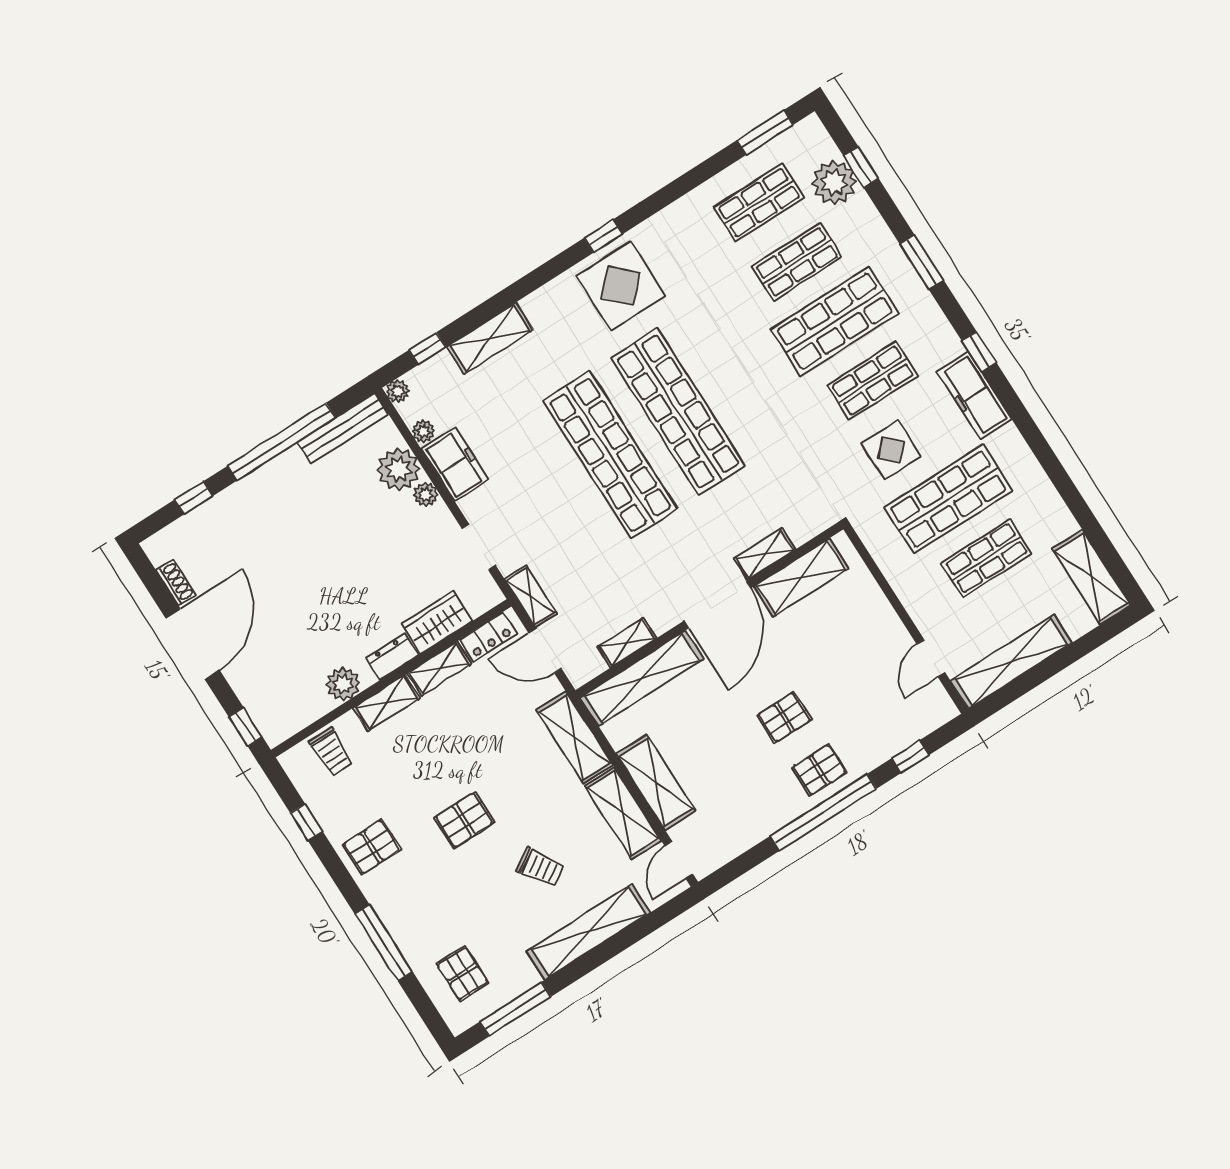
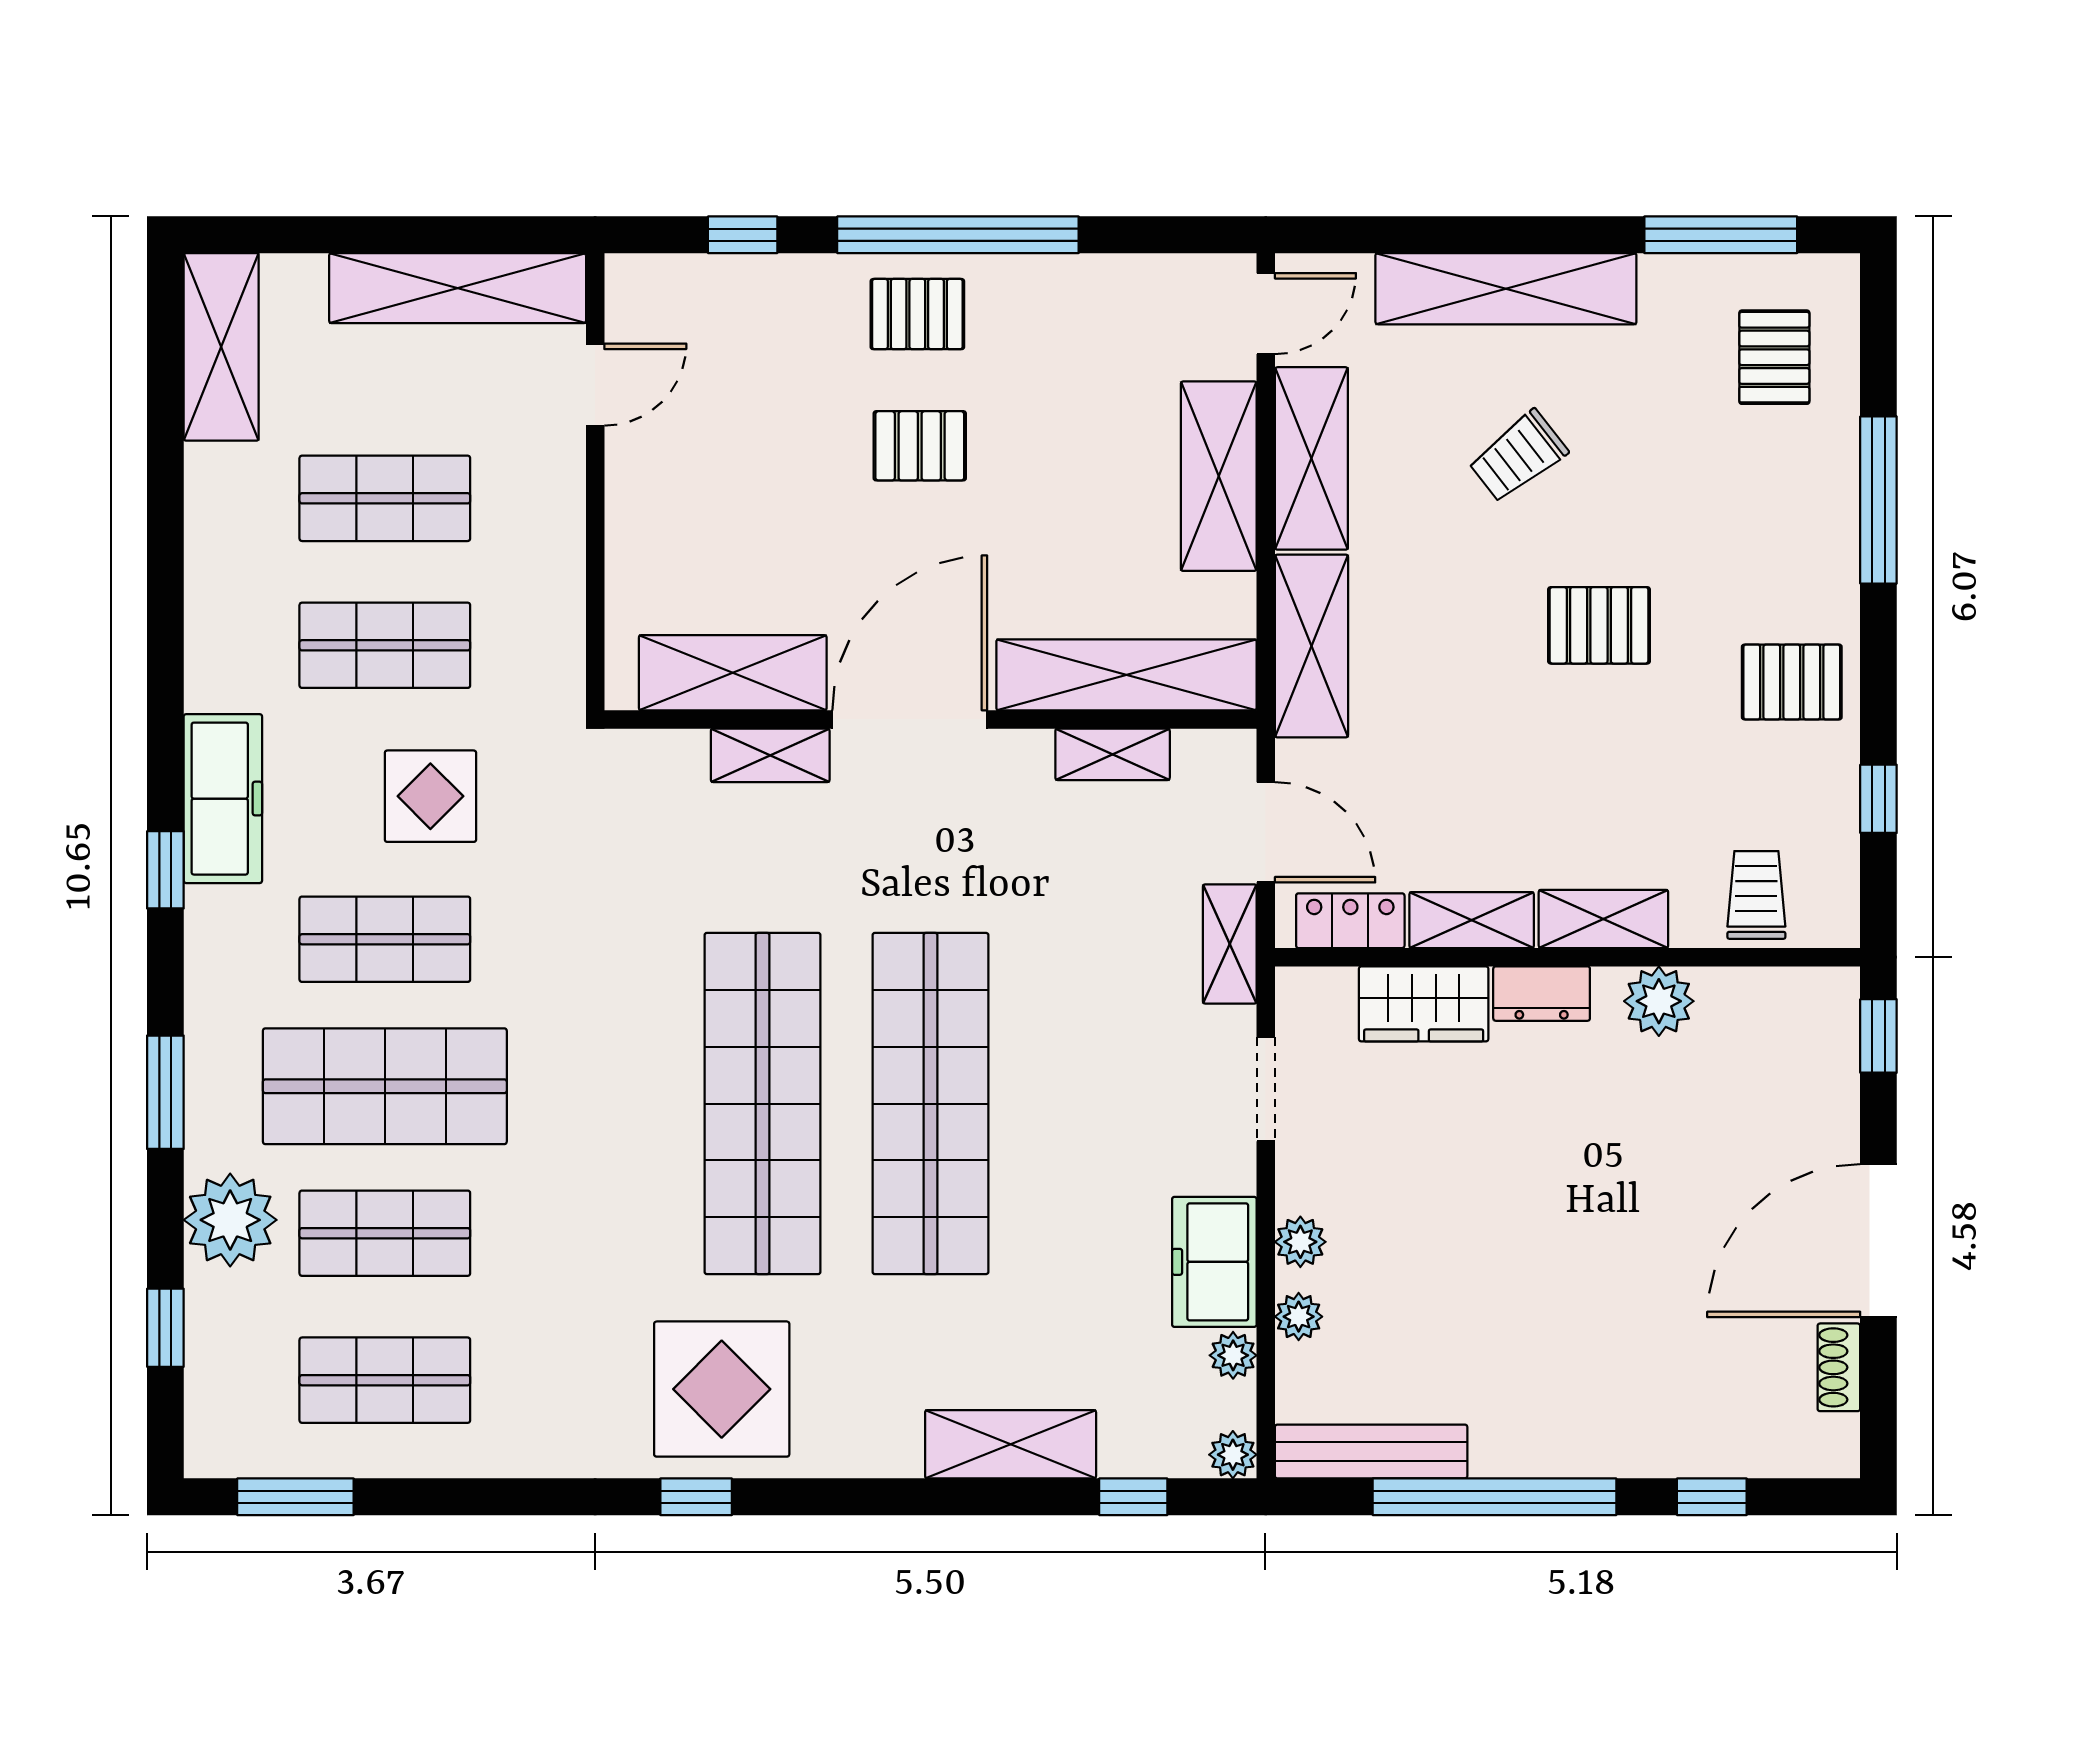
plant: (834, 182) -> (230, 1220), moved
plant: (399, 469) -> (1299, 1317), width x0.53, depth x0.53
shop shelf: (948, 499) -> (385, 645), width x0.70, depth x0.74
trolley: (540, 867) -> (1518, 456), turned -95

